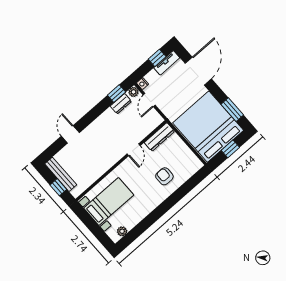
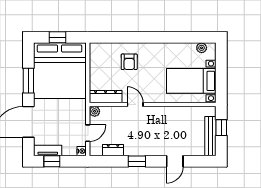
plant: (134, 92) -> (95, 111), moved
window: (117, 94) -> (137, 161), moved
window: (232, 110) -> (28, 81), moved
door: (134, 150) -> (135, 105), hinge flipped

